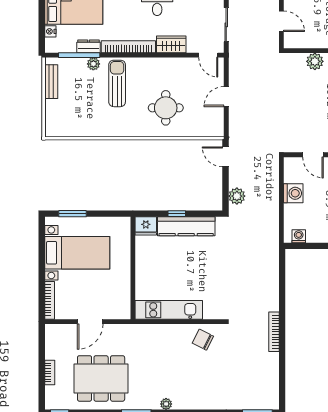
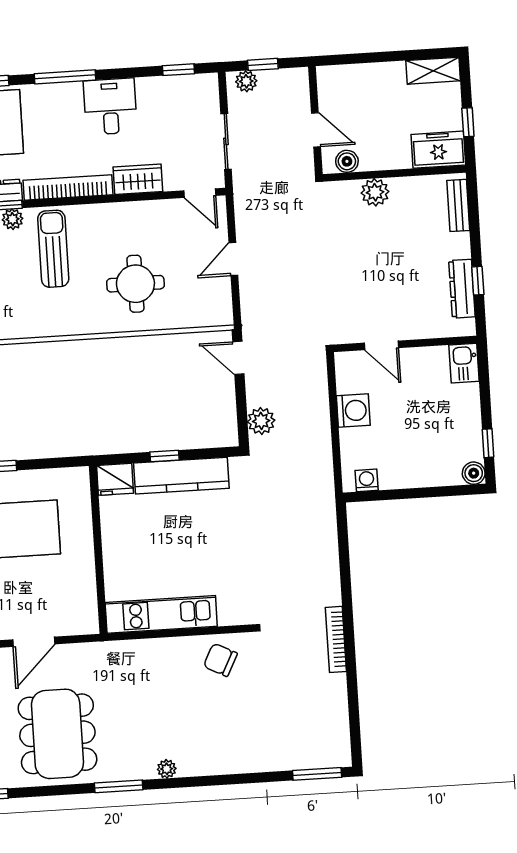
boiler: (299, 42) -> (347, 161), added
dining table: (101, 378) -> (57, 734), turned 90

